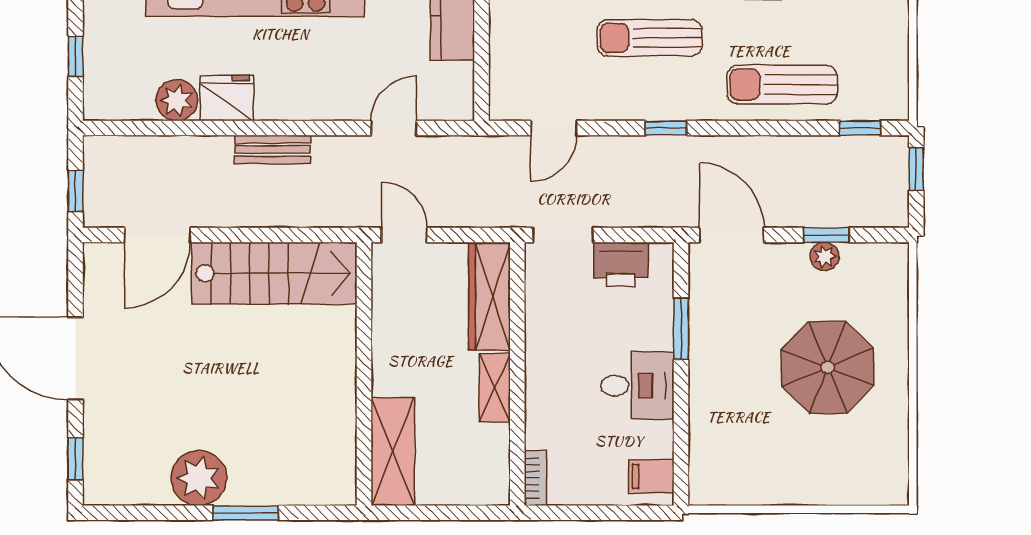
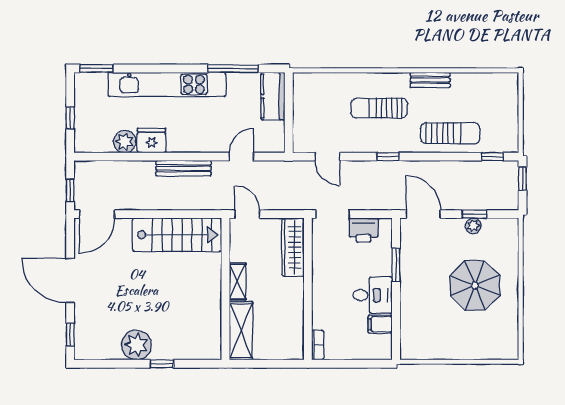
sun lounger: (782, 85) -> (450, 133), turned 180
door: (554, 128) -> (327, 157), hinge flipped
bench: (273, 150) -> (184, 168), width x1.36
door: (157, 235) -> (97, 214), moved
shelving: (495, 388) -> (238, 281), moved
filing cabinet: (651, 476) -> (380, 324), moved
window: (246, 513) -> (162, 364), width x0.67

